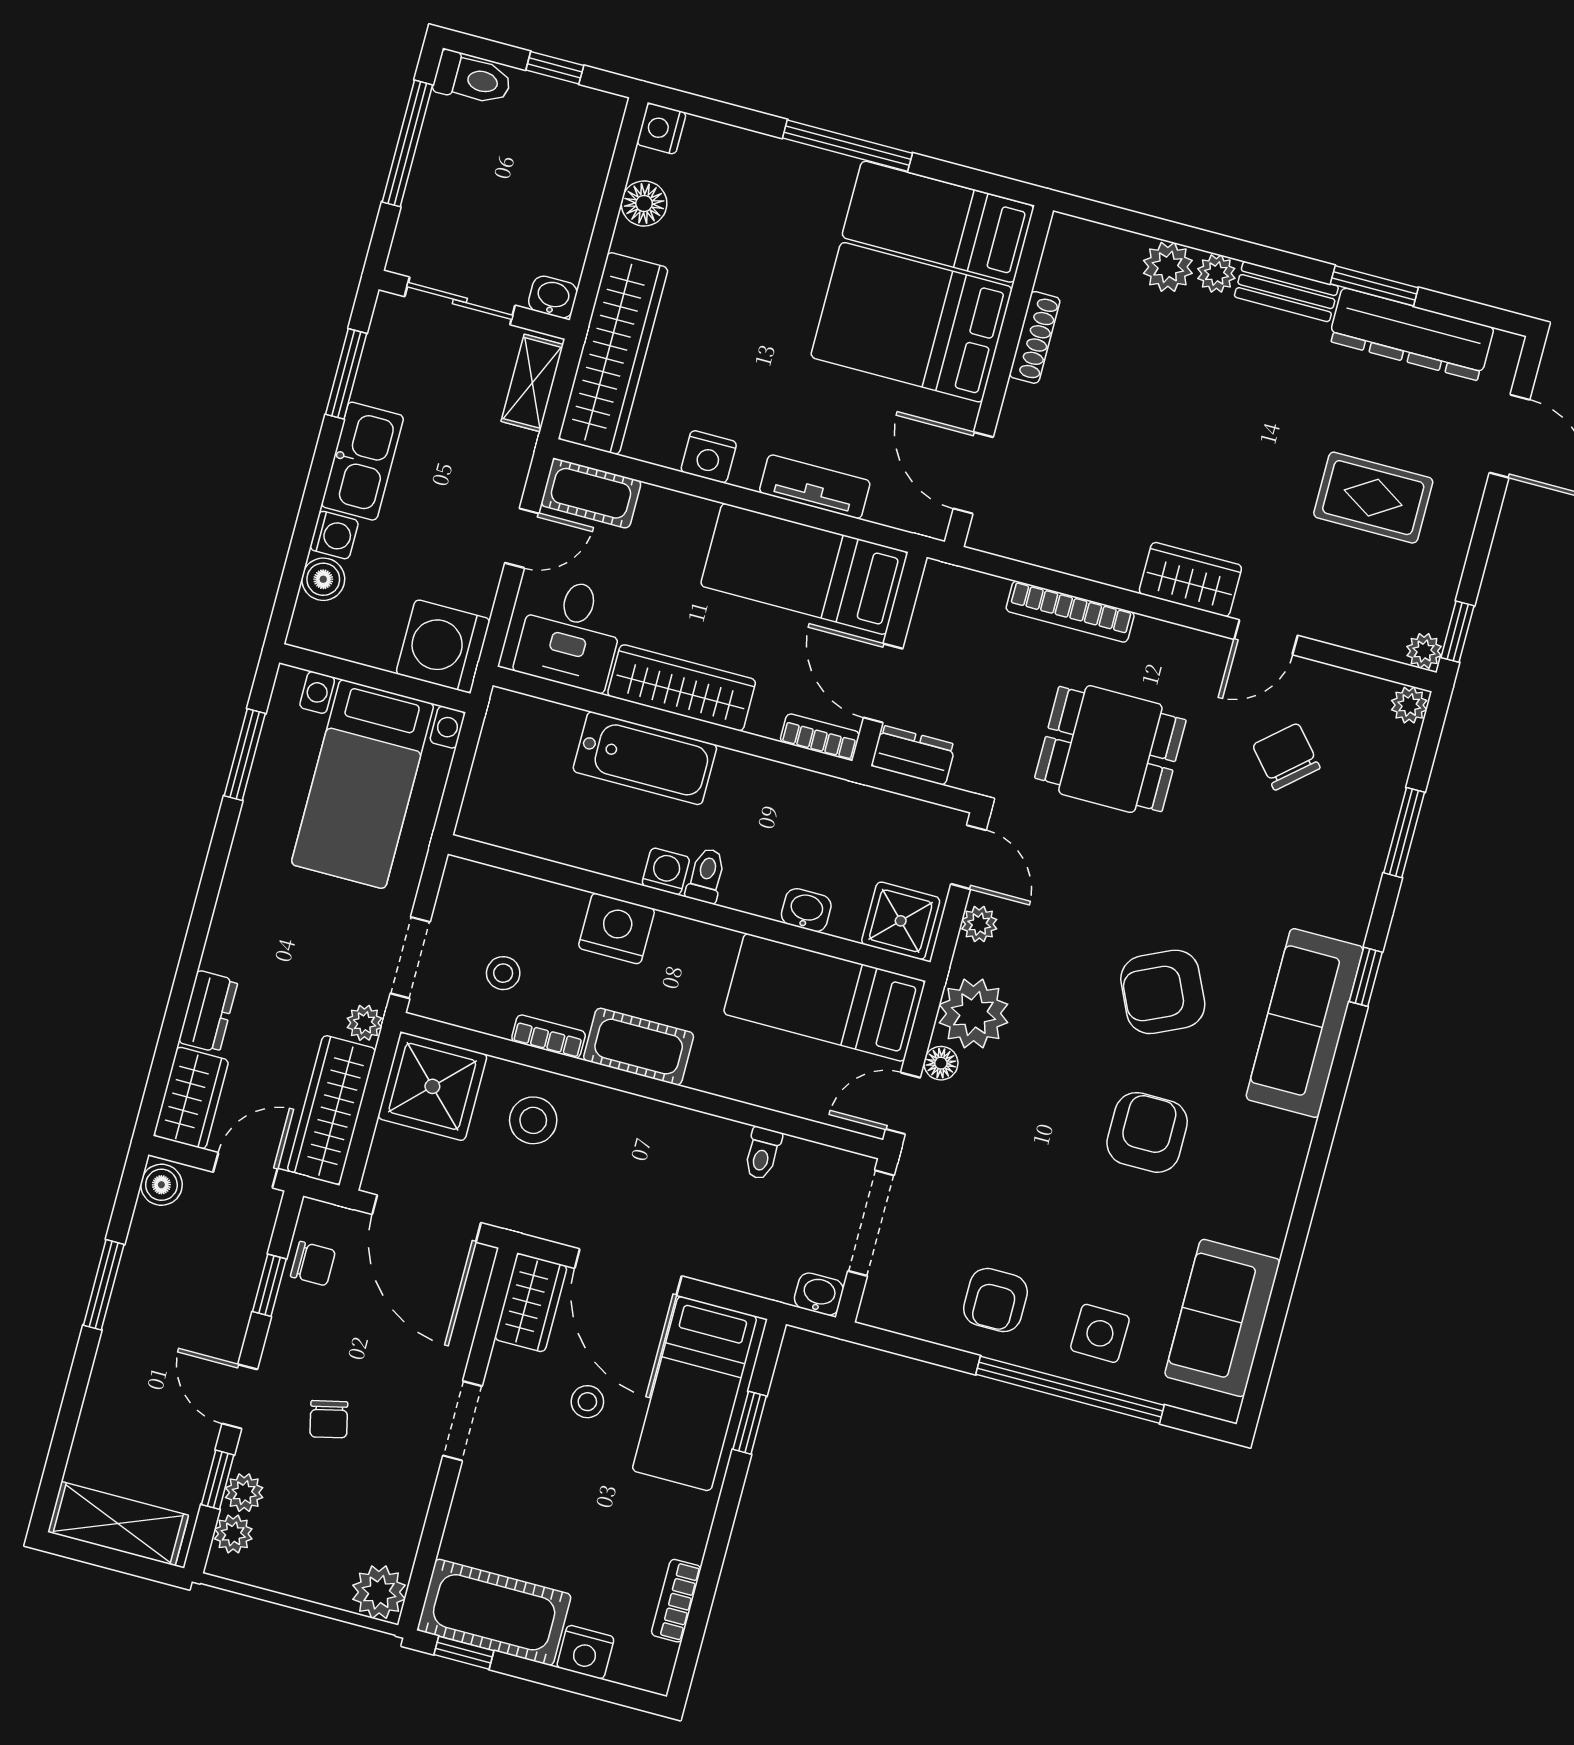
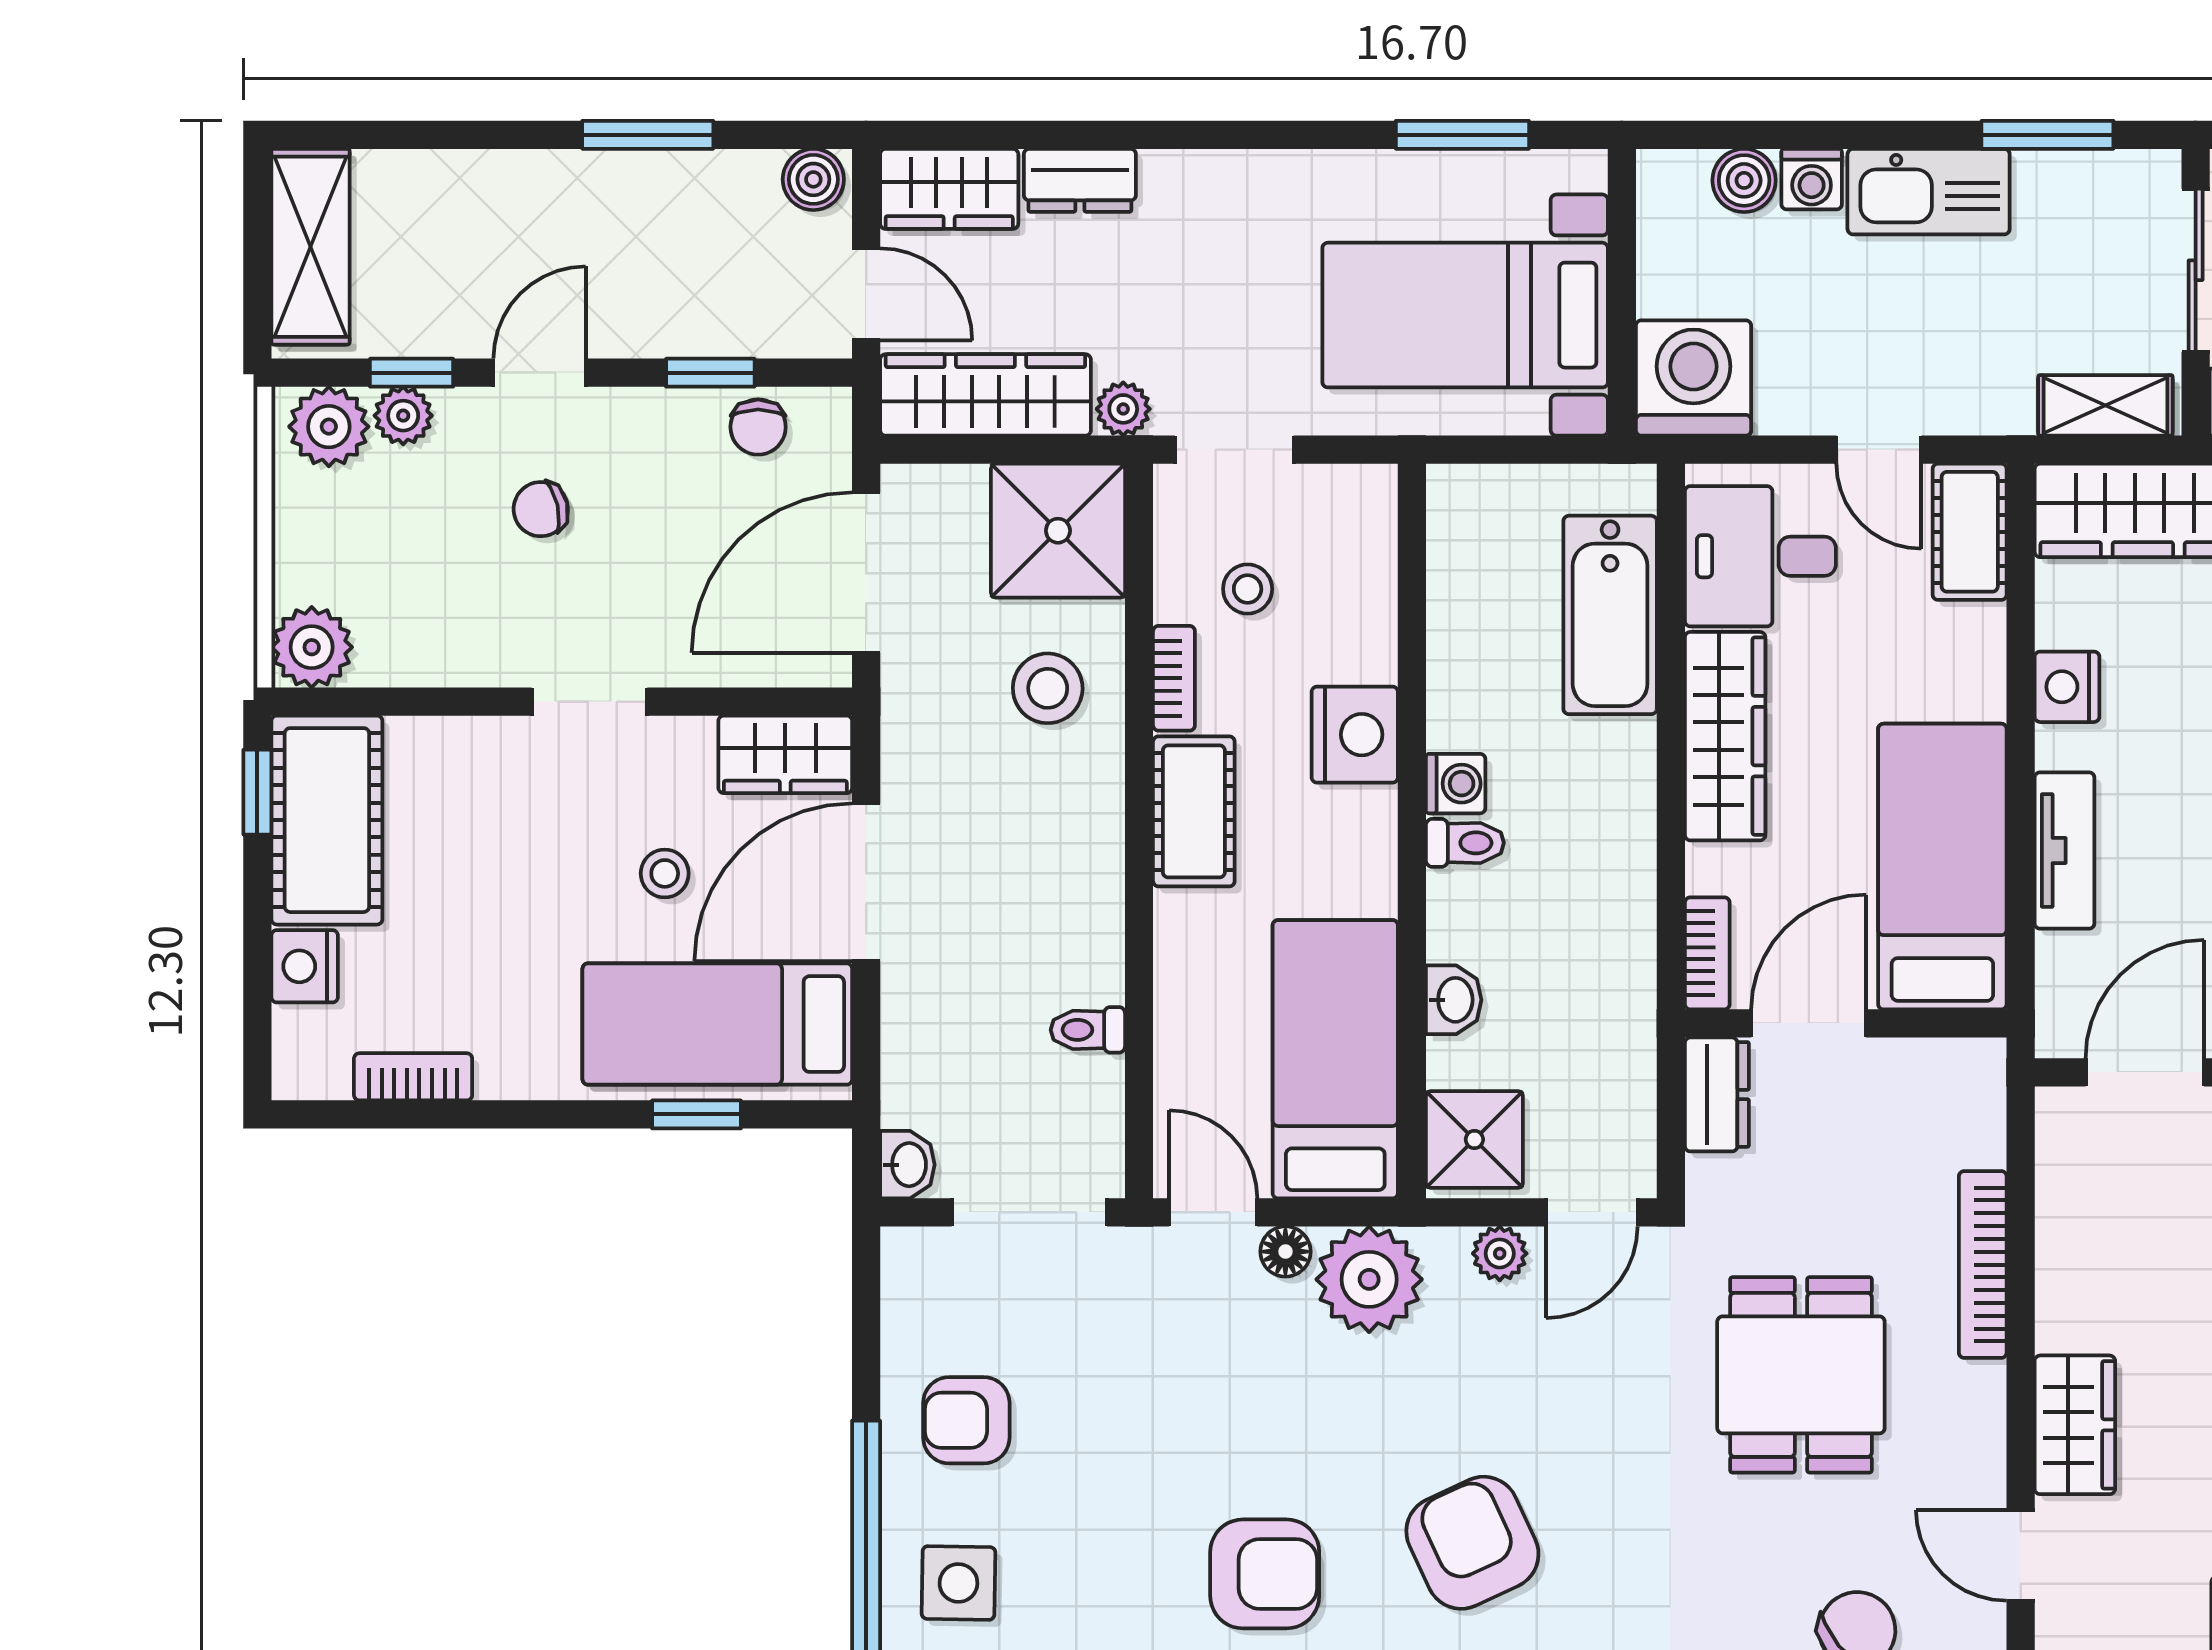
bathtub: (645, 758) -> (1610, 615), moved
plant: (233, 1534) -> (329, 427), width x1.38, depth x1.38

